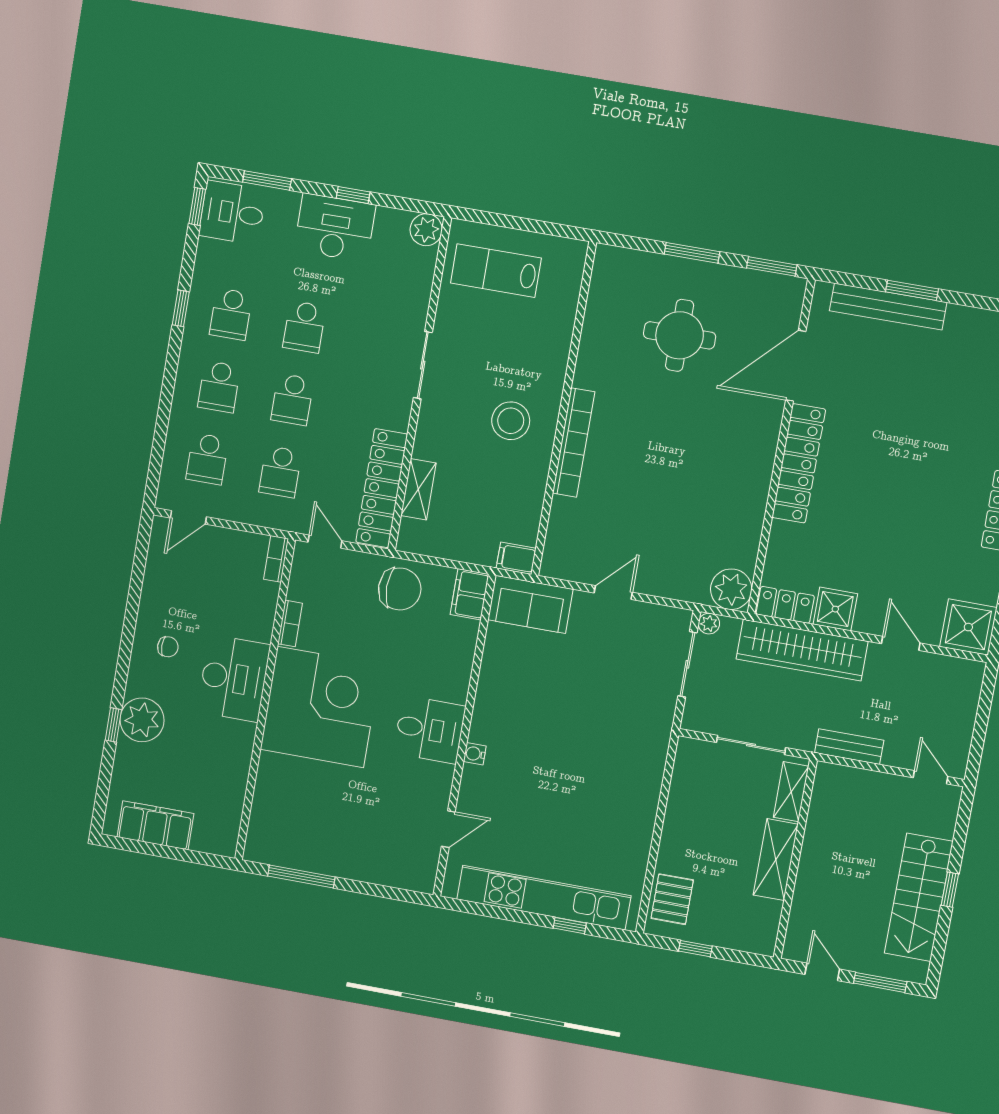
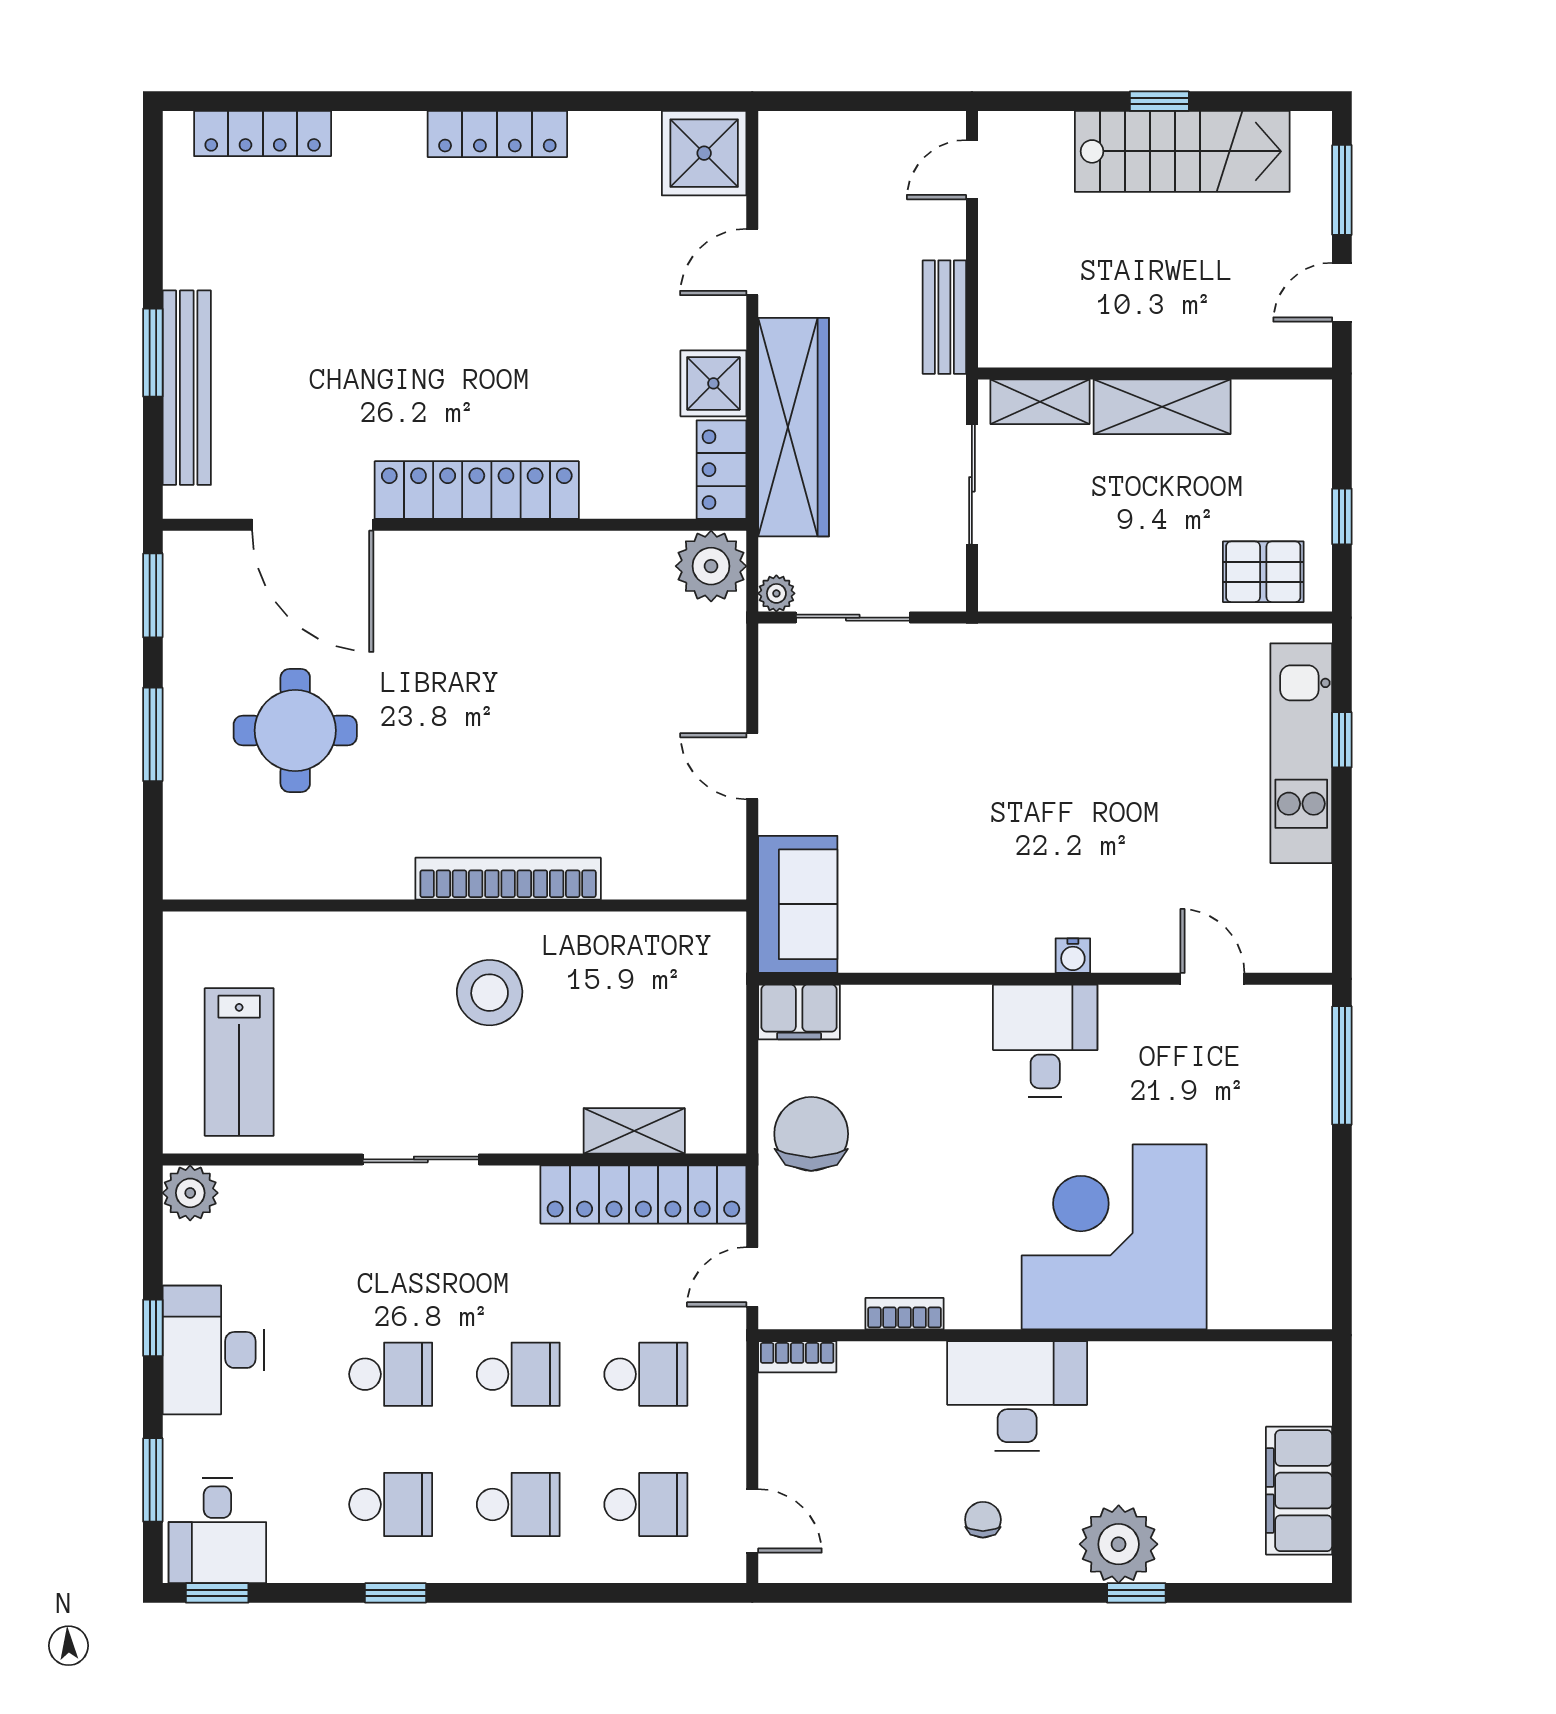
filing cabinet: (516, 558) -> (723, 943), removed
corner desk: (320, 707) -> (1114, 1237), moved
window: (301, 876) -> (1342, 1065), moved
kitchen unit: (544, 898) -> (1301, 753), width x0.73

